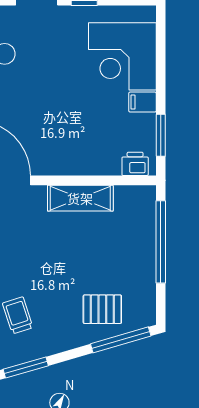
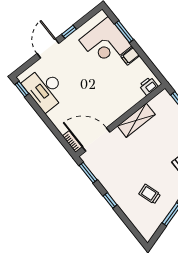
window: (161, 135) -> (124, 32), moved

